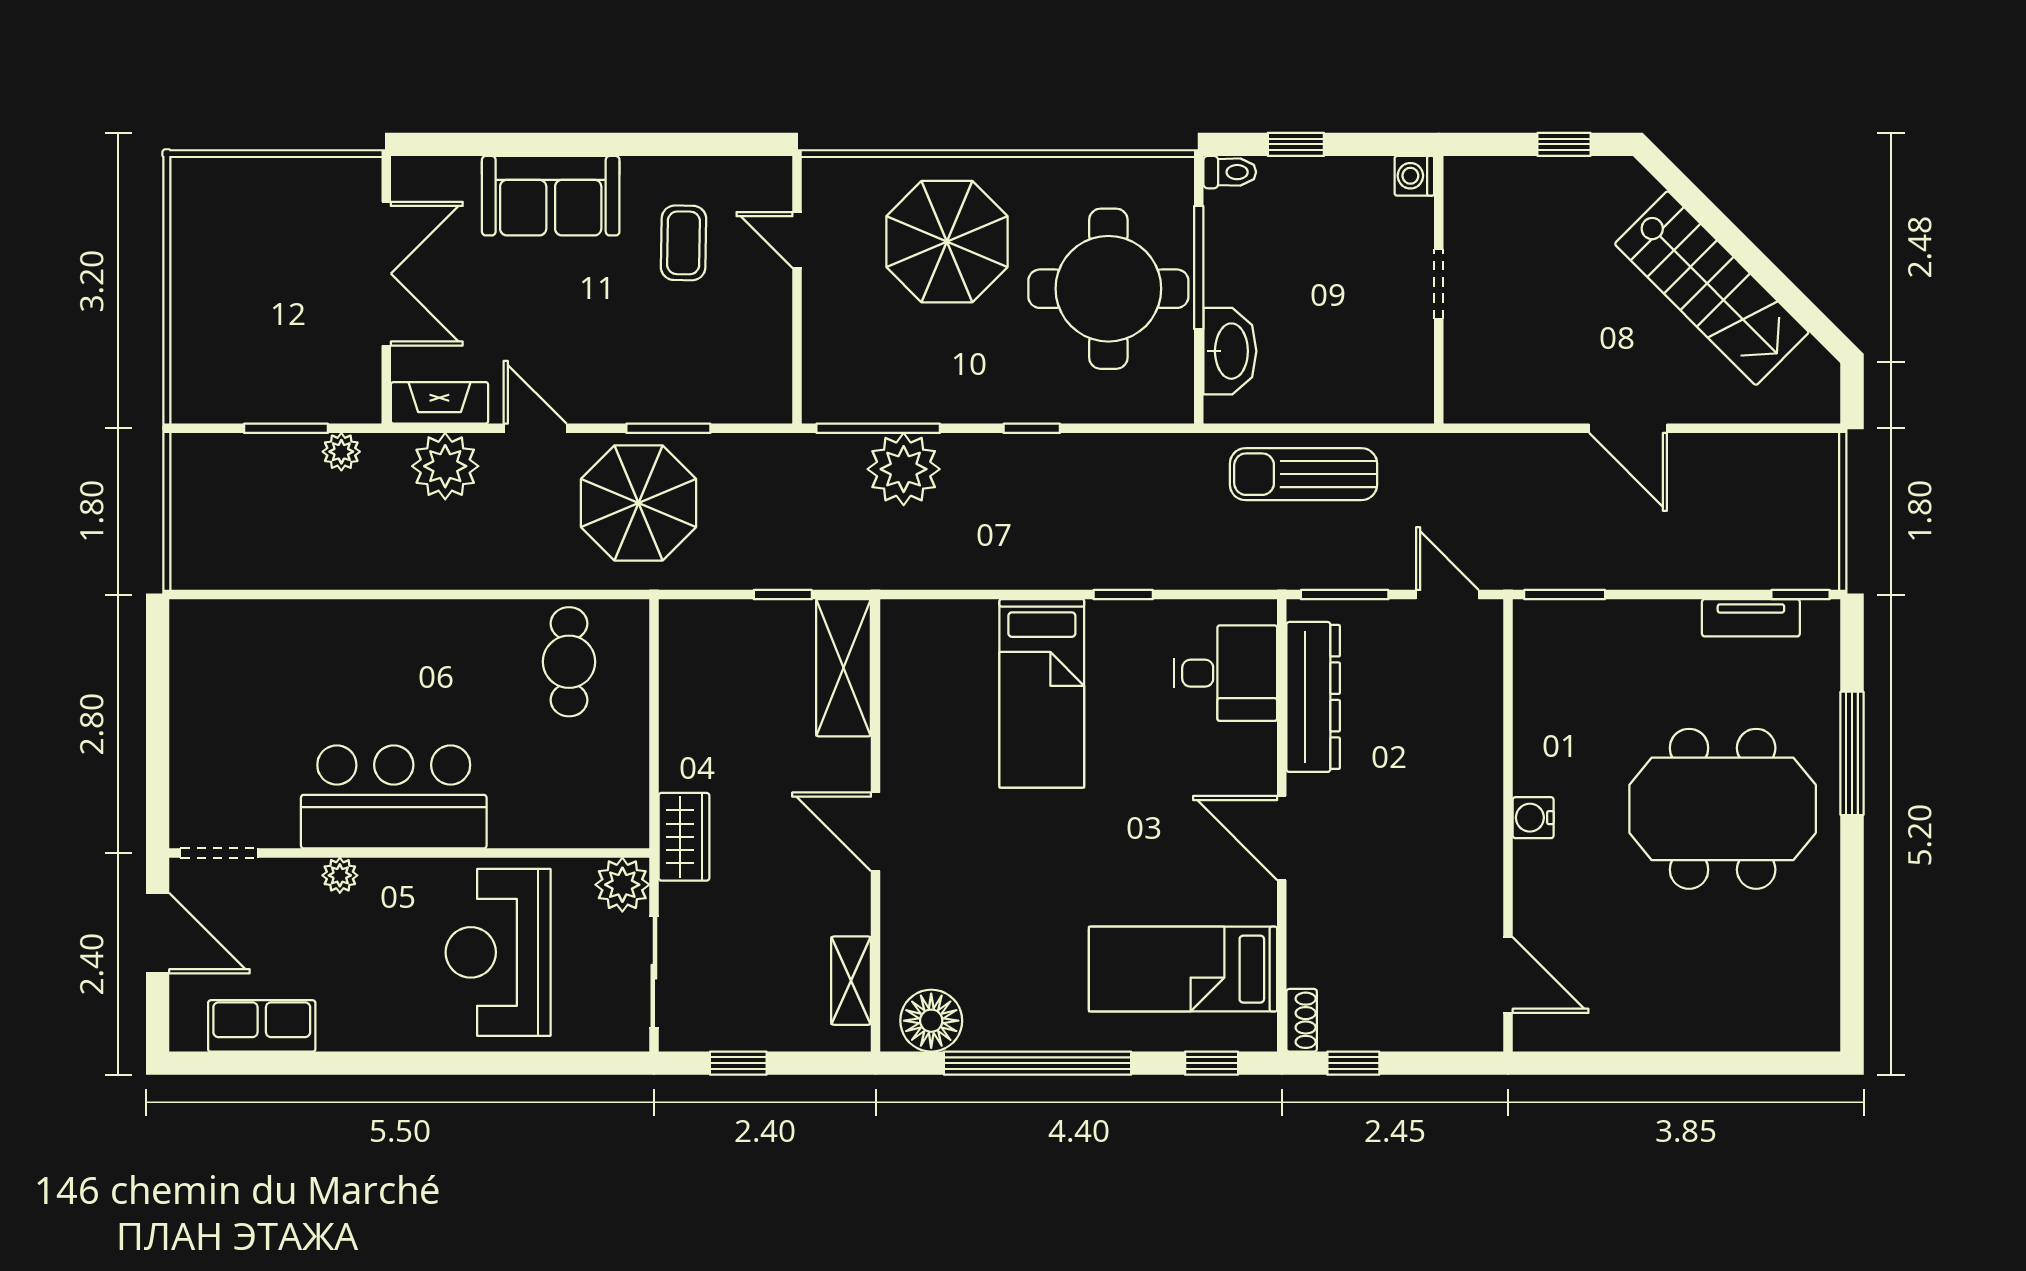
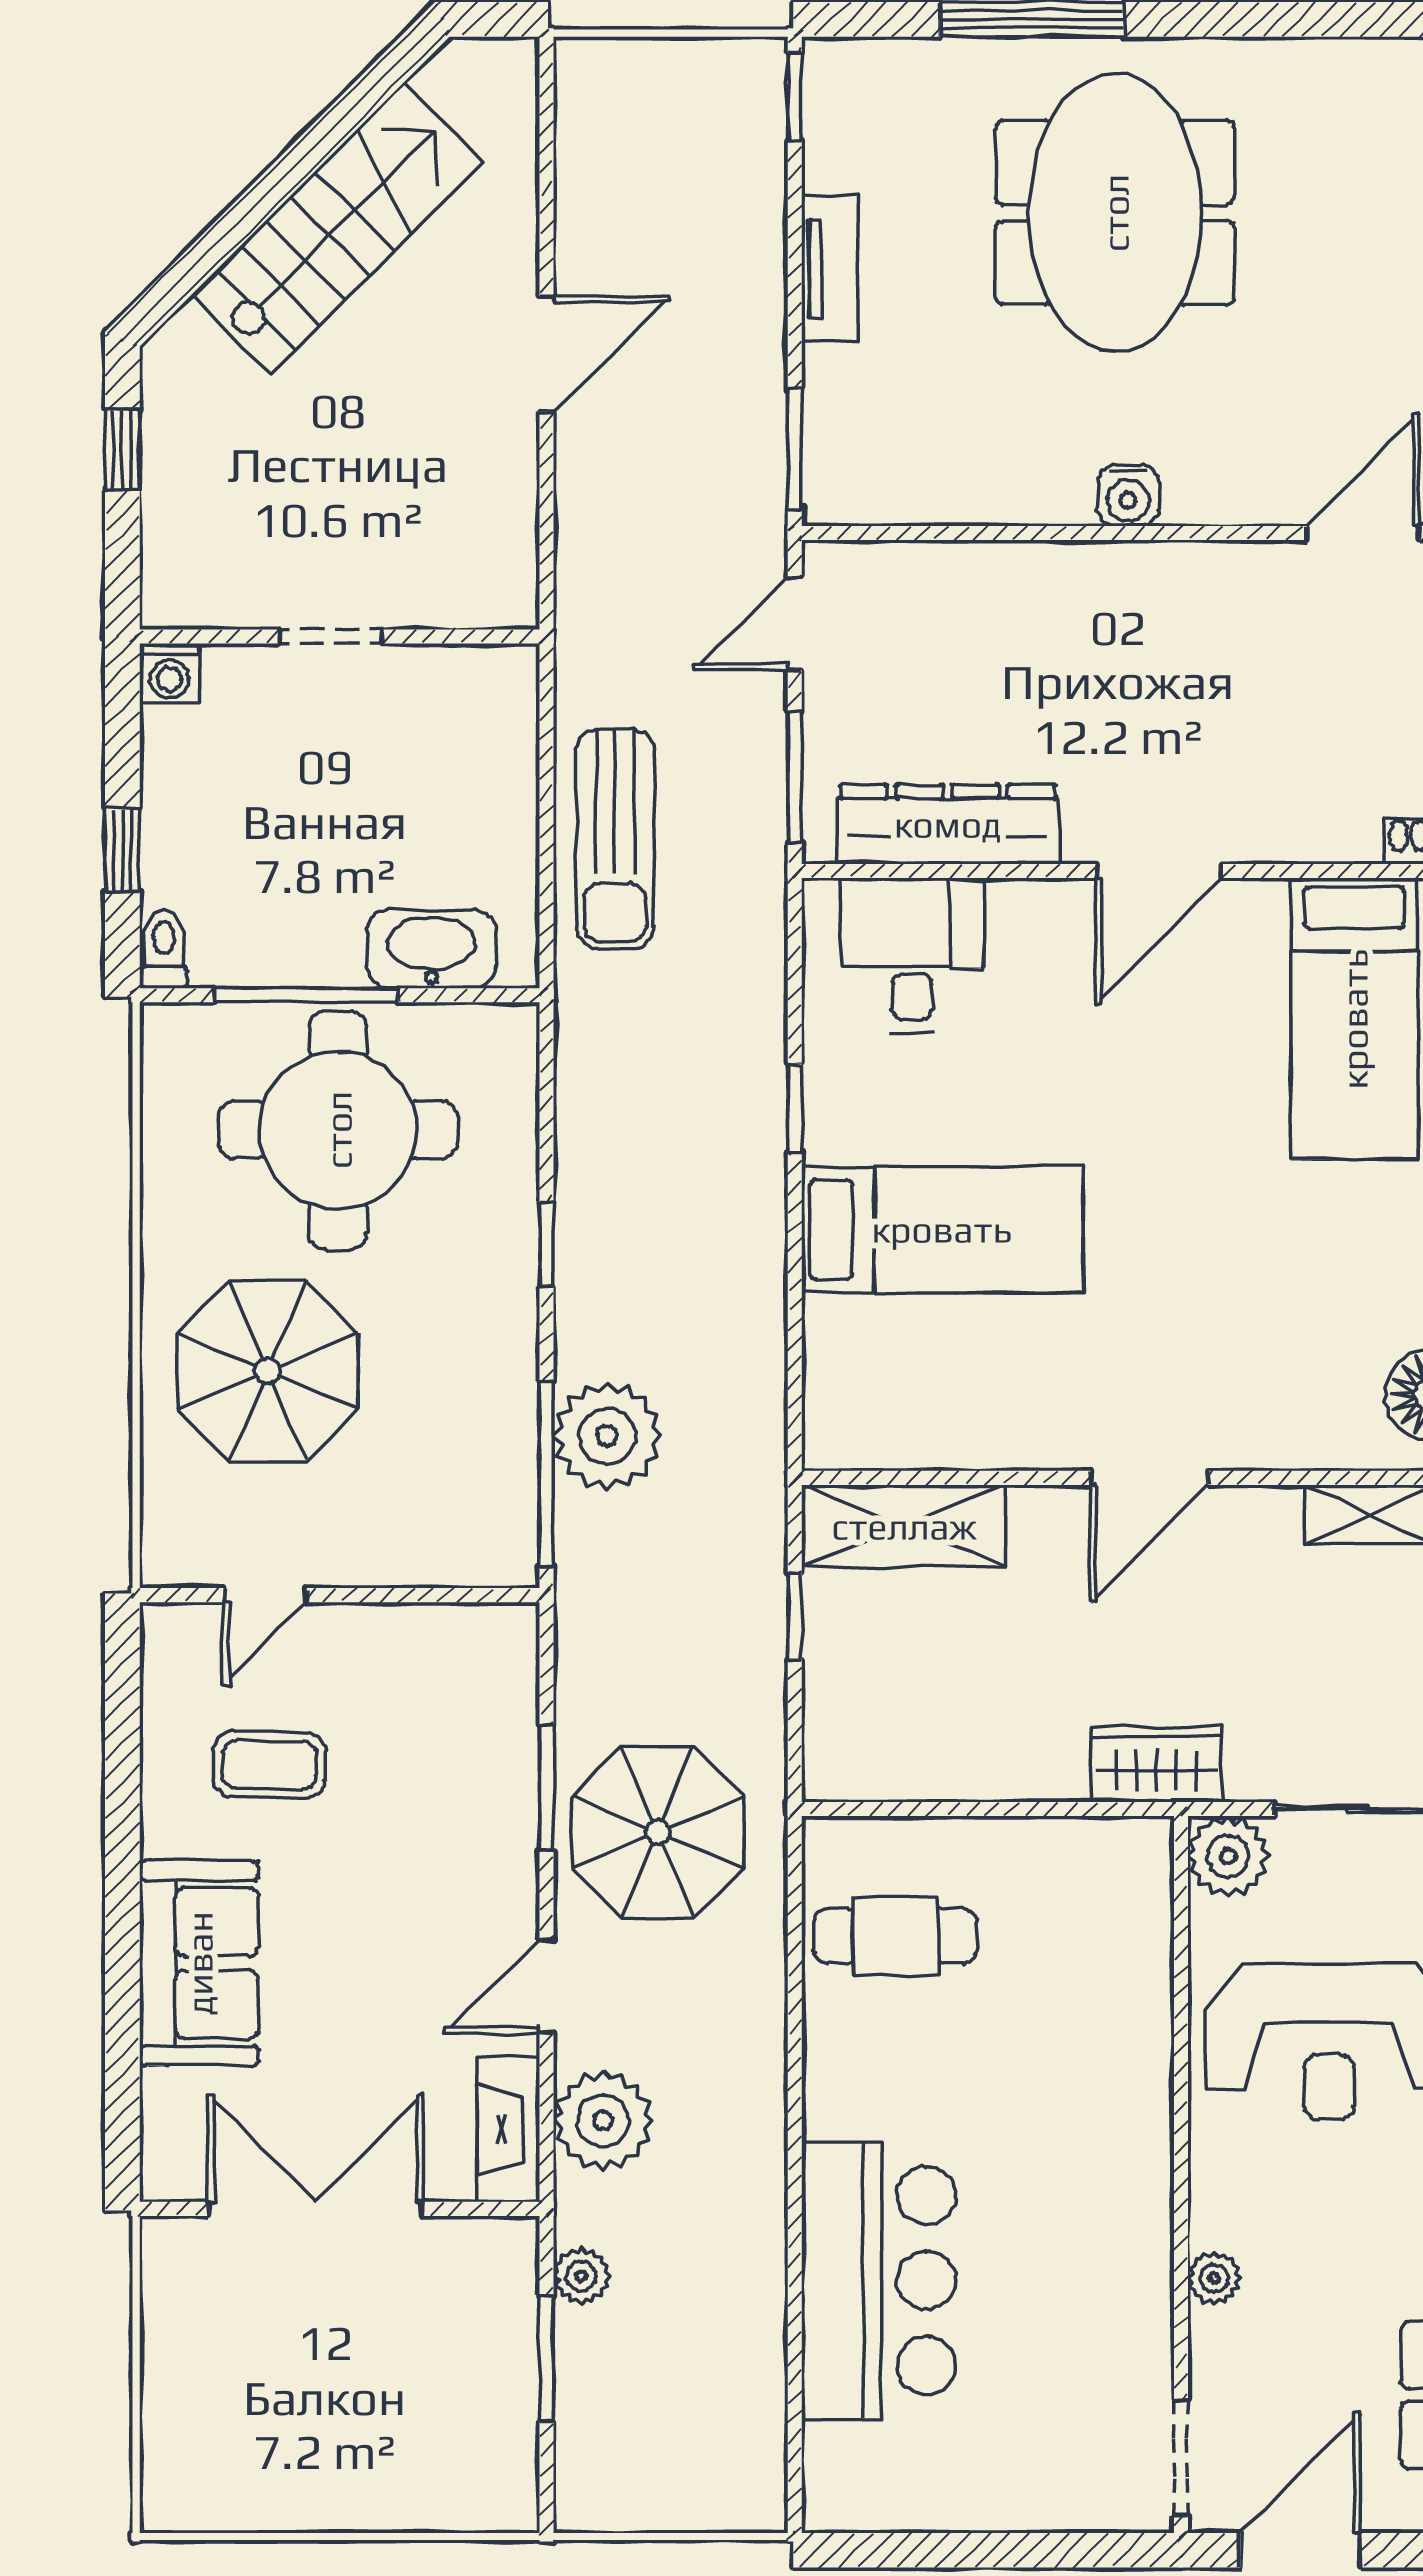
tv unit: (1751, 618) -> (830, 269), moved
bar counter: (394, 797) -> (879, 2280), moved, turned 180

